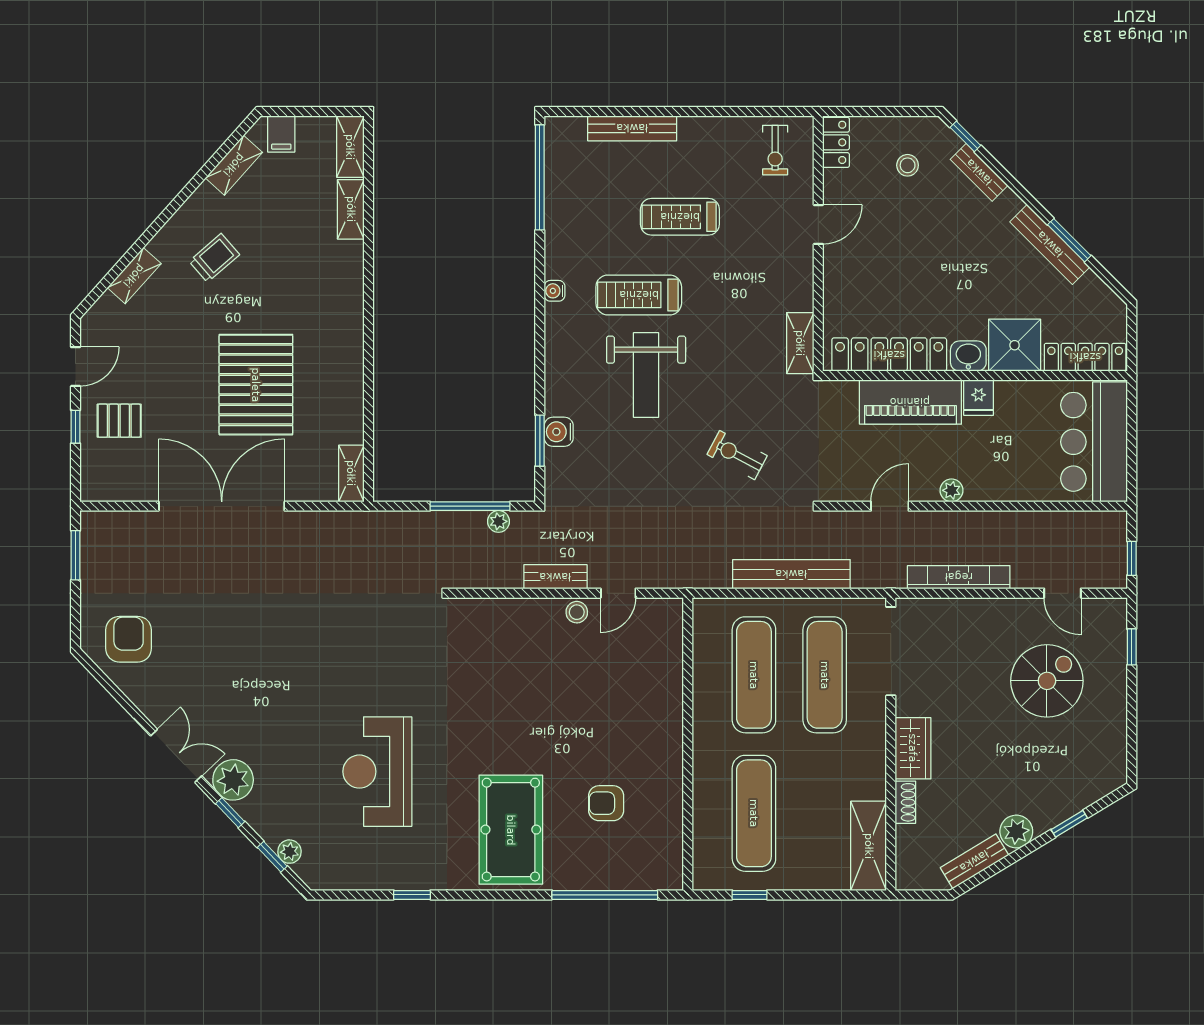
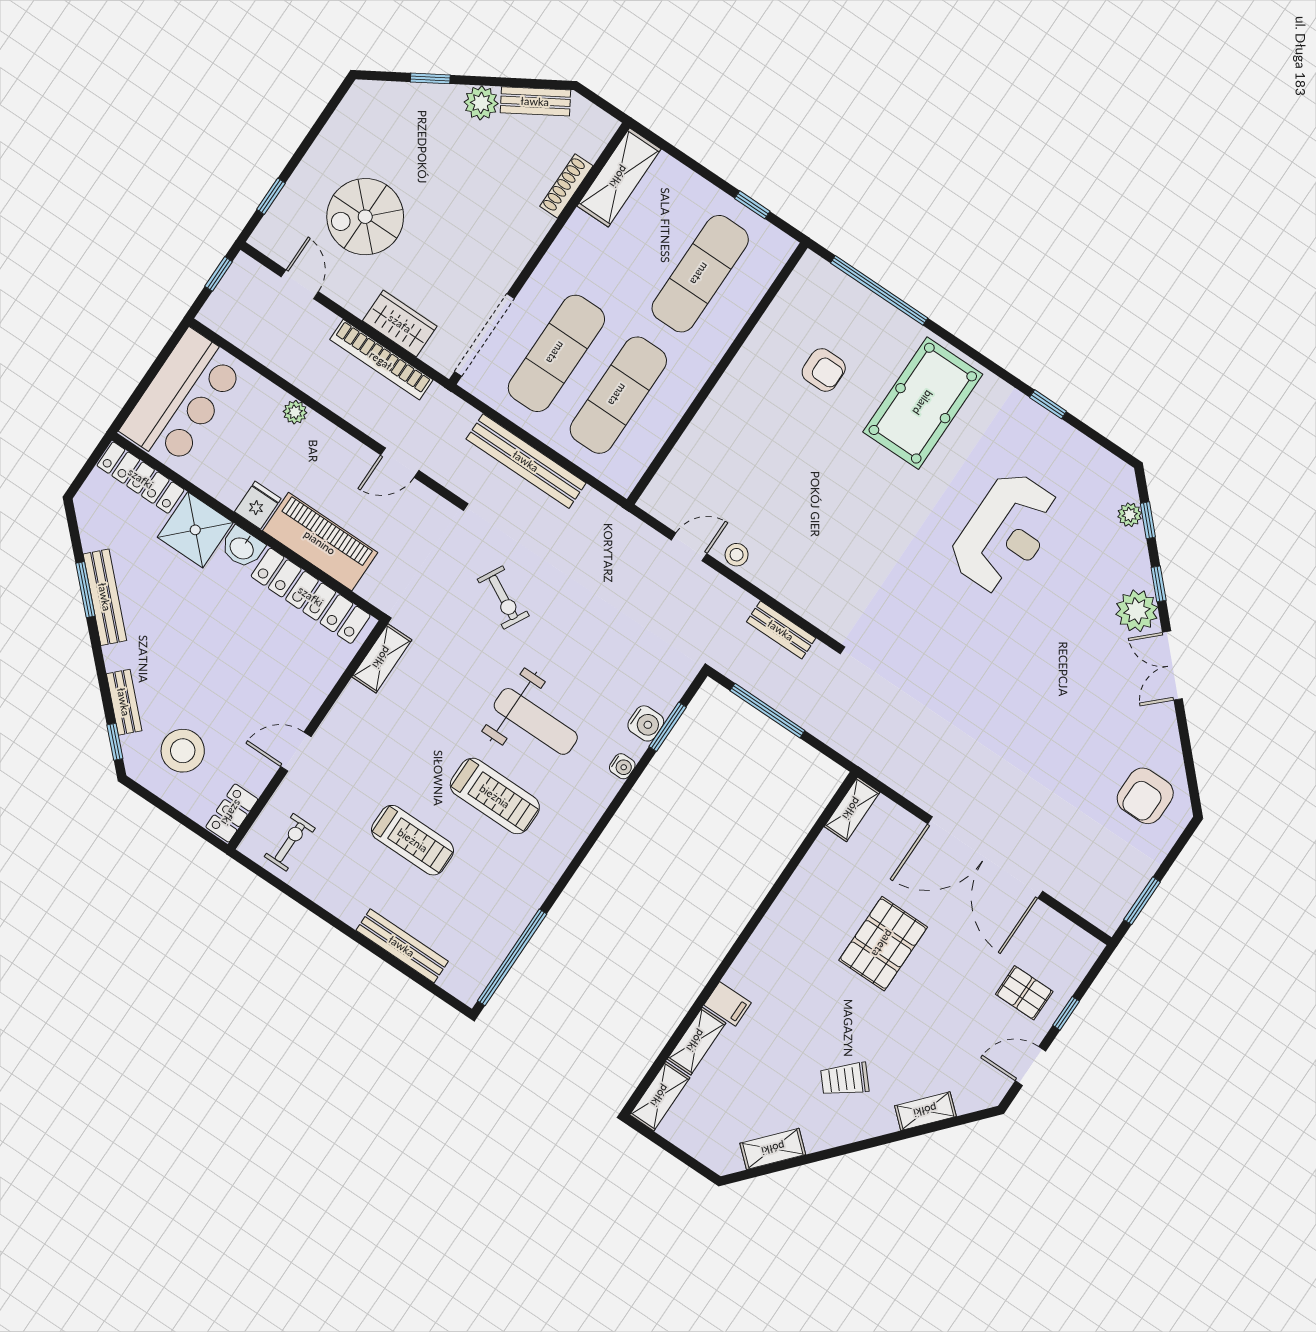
filing cabinet: (281, 134) -> (728, 1004), moved, turned 90
stool: (908, 165) -> (183, 751), width x1.89, depth x1.89
water cooler: (554, 291) -> (622, 766), moved
weight bench: (646, 375) -> (536, 721), turned 90
pallet: (256, 385) -> (883, 944), width x0.73, depth x0.71
plant: (952, 490) -> (295, 412), moved
plant: (498, 521) -> (752, 680), removed
bench: (555, 577) -> (781, 630), moved
wardrobe: (913, 748) -> (400, 323), moved, turned 90
shoe rack: (905, 802) -> (566, 186), width x1.43

